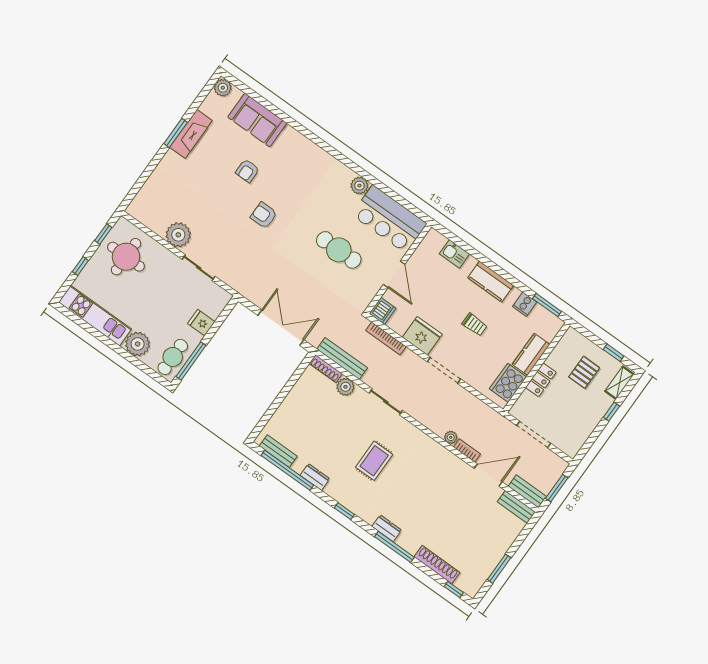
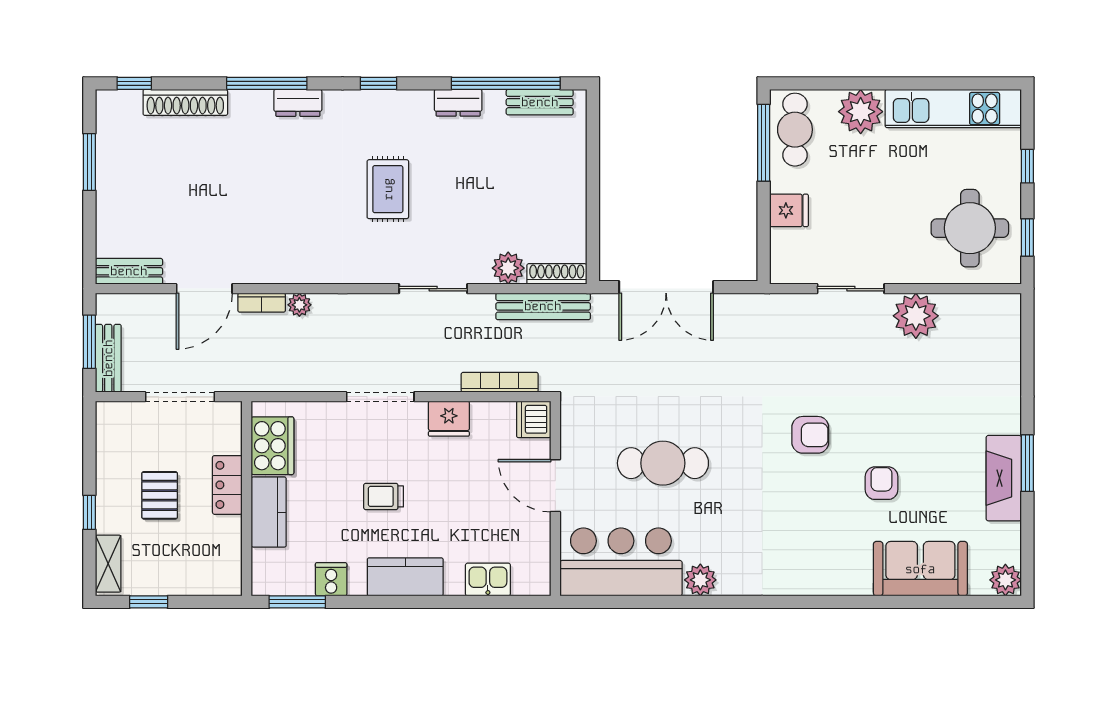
fridge: (422, 336) -> (449, 419), width x0.73, depth x0.75
pallet: (584, 372) -> (160, 495), moved
bench: (527, 491) -> (108, 358), moved, turned 90

